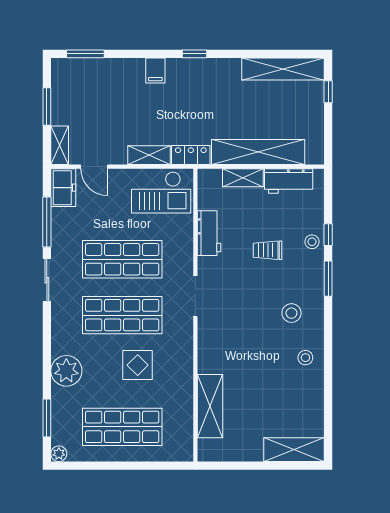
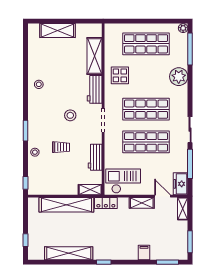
shelving: (283, 69) -> (69, 253), moved
filing cabinet: (155, 70) -> (144, 252), moved
window: (47, 107) -> (190, 242), moved
shelving: (149, 155) -> (142, 203), moved
shelving: (243, 178) -> (90, 190), moved
workbench: (289, 181) -> (95, 89), moved, turned -90
window: (328, 235) -> (25, 183), moved
stool: (291, 313) -> (70, 115), moved
display table: (138, 365) -> (120, 75), moved
window: (47, 418) -> (190, 49), width x1.44
shelving: (294, 450) -> (57, 30), moved

